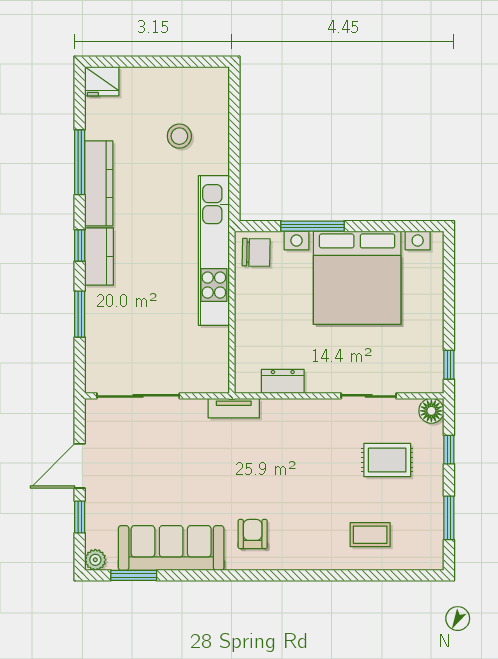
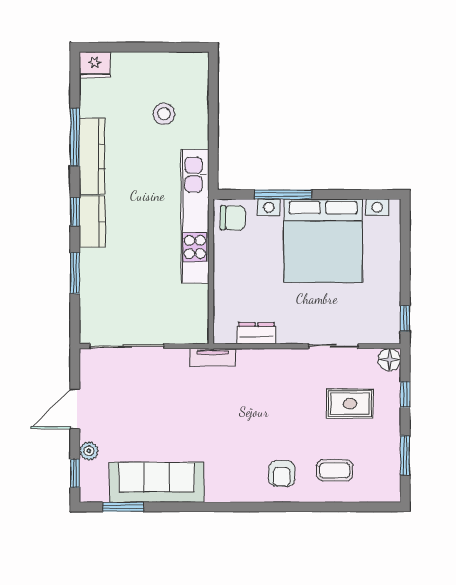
window: (80, 517) -> (75, 473), moved
armchair: (253, 534) -> (282, 474), moved, turned 180
plant: (95, 560) -> (89, 451), moved

